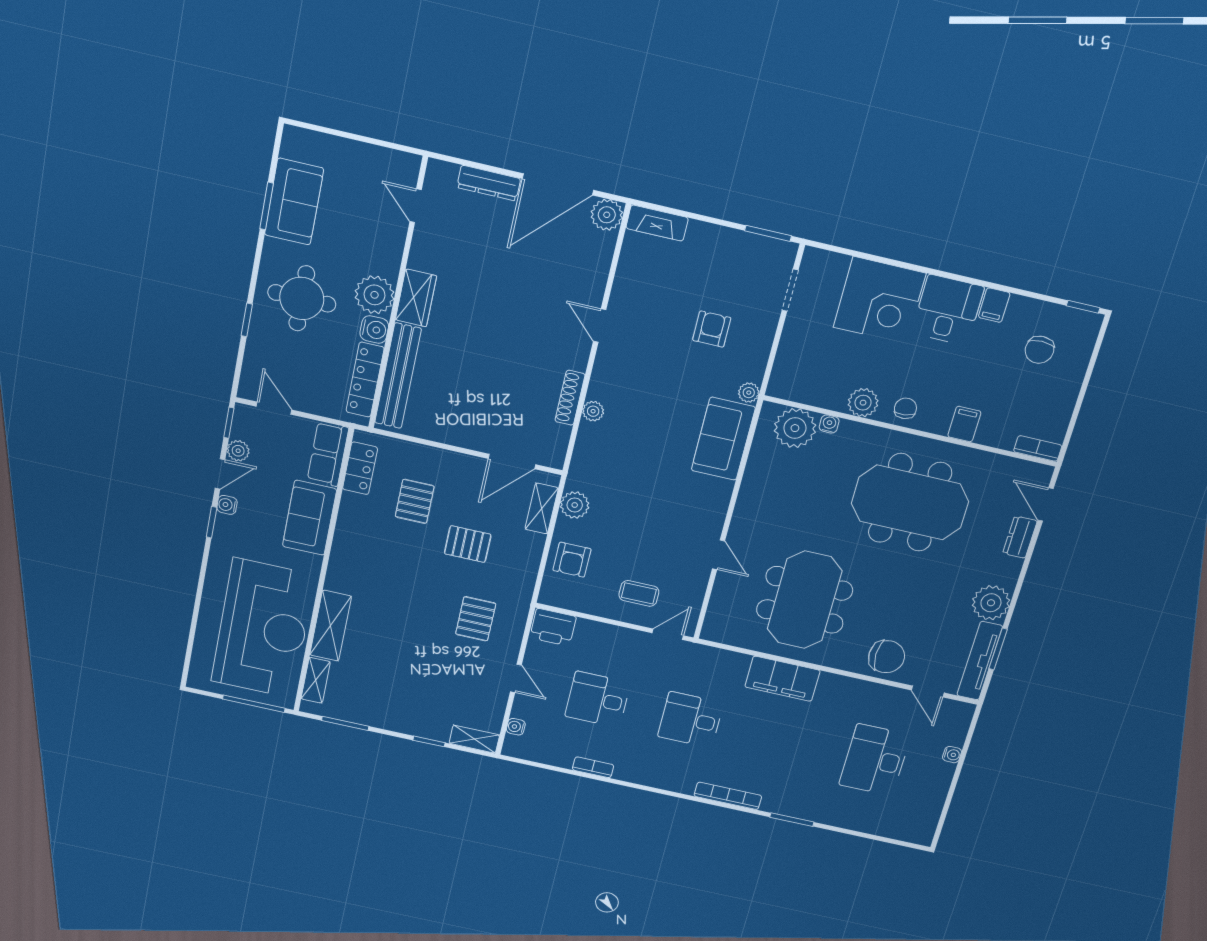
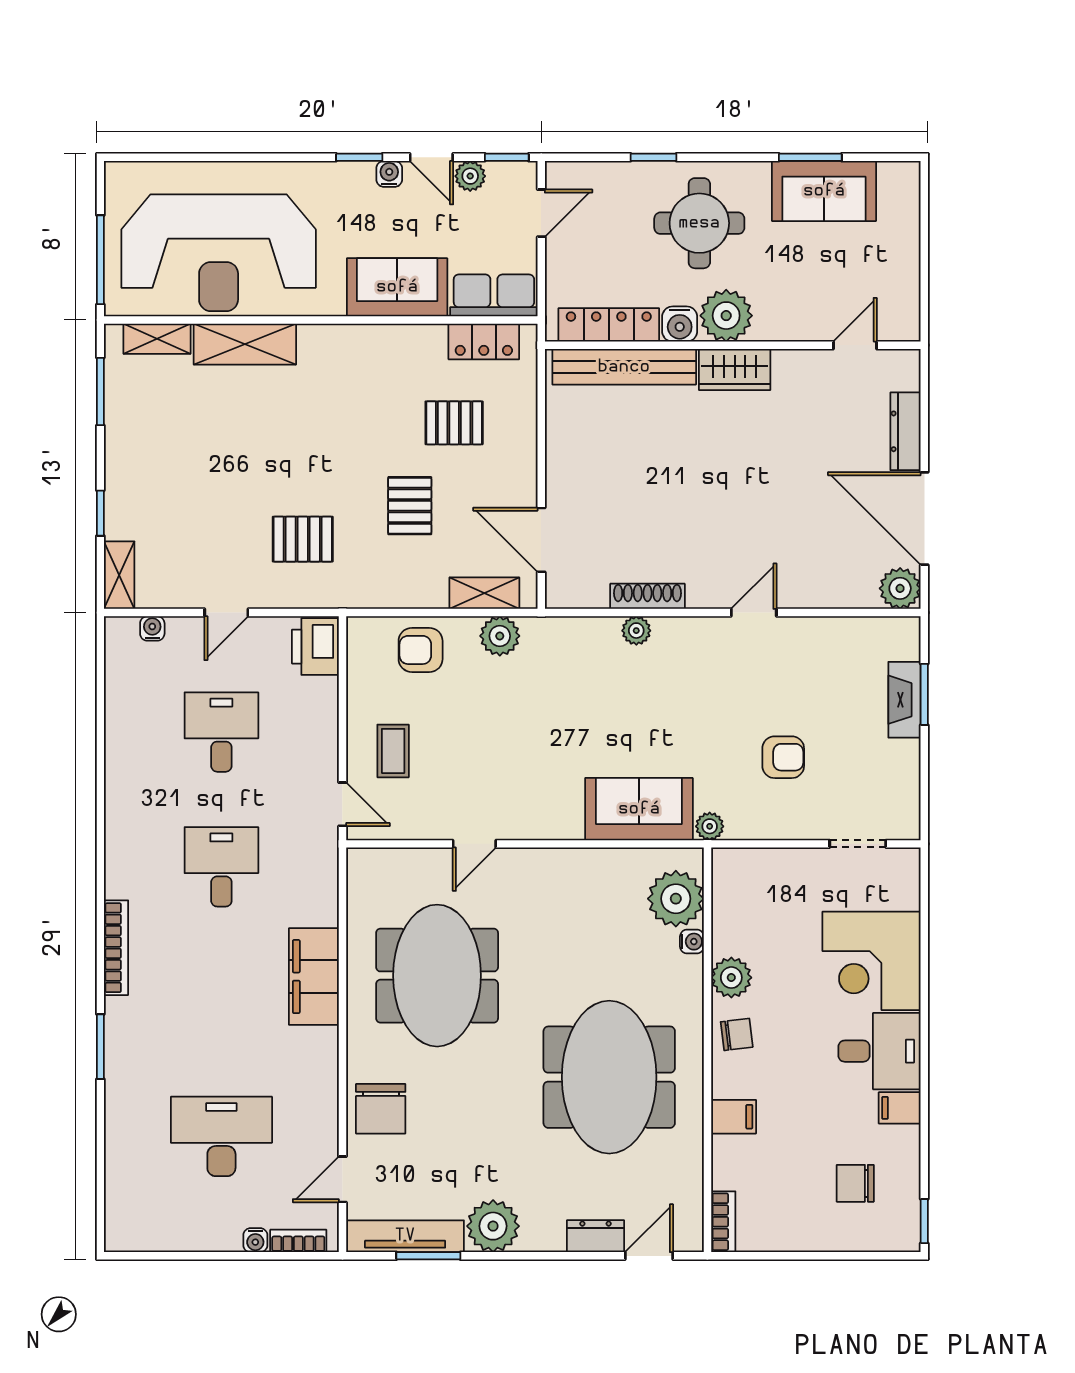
fireplace: (657, 223) -> (904, 700), moved
window: (768, 233) -> (924, 694), moved
meeting table: (805, 600) -> (437, 976), turned 90
bookcase: (593, 767) -> (298, 1241), moved, turned -90

